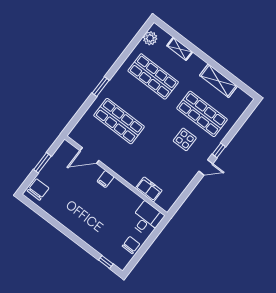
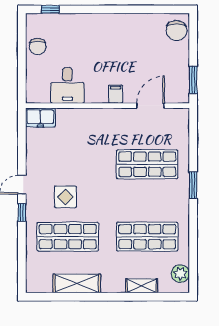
window: (42, 163) -> (193, 80), moved
freezer: (149, 189) -> (40, 118), moved
desk: (147, 219) -> (67, 85), moved

